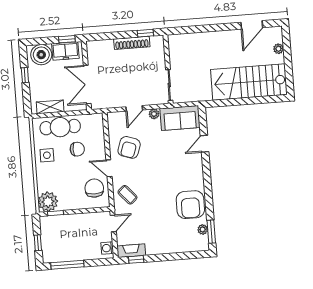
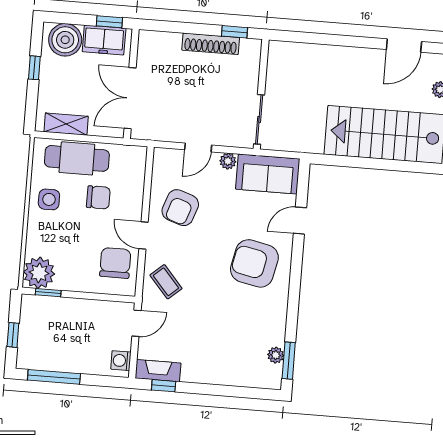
armchair: (190, 205) -> (254, 263), moved, turned 102

